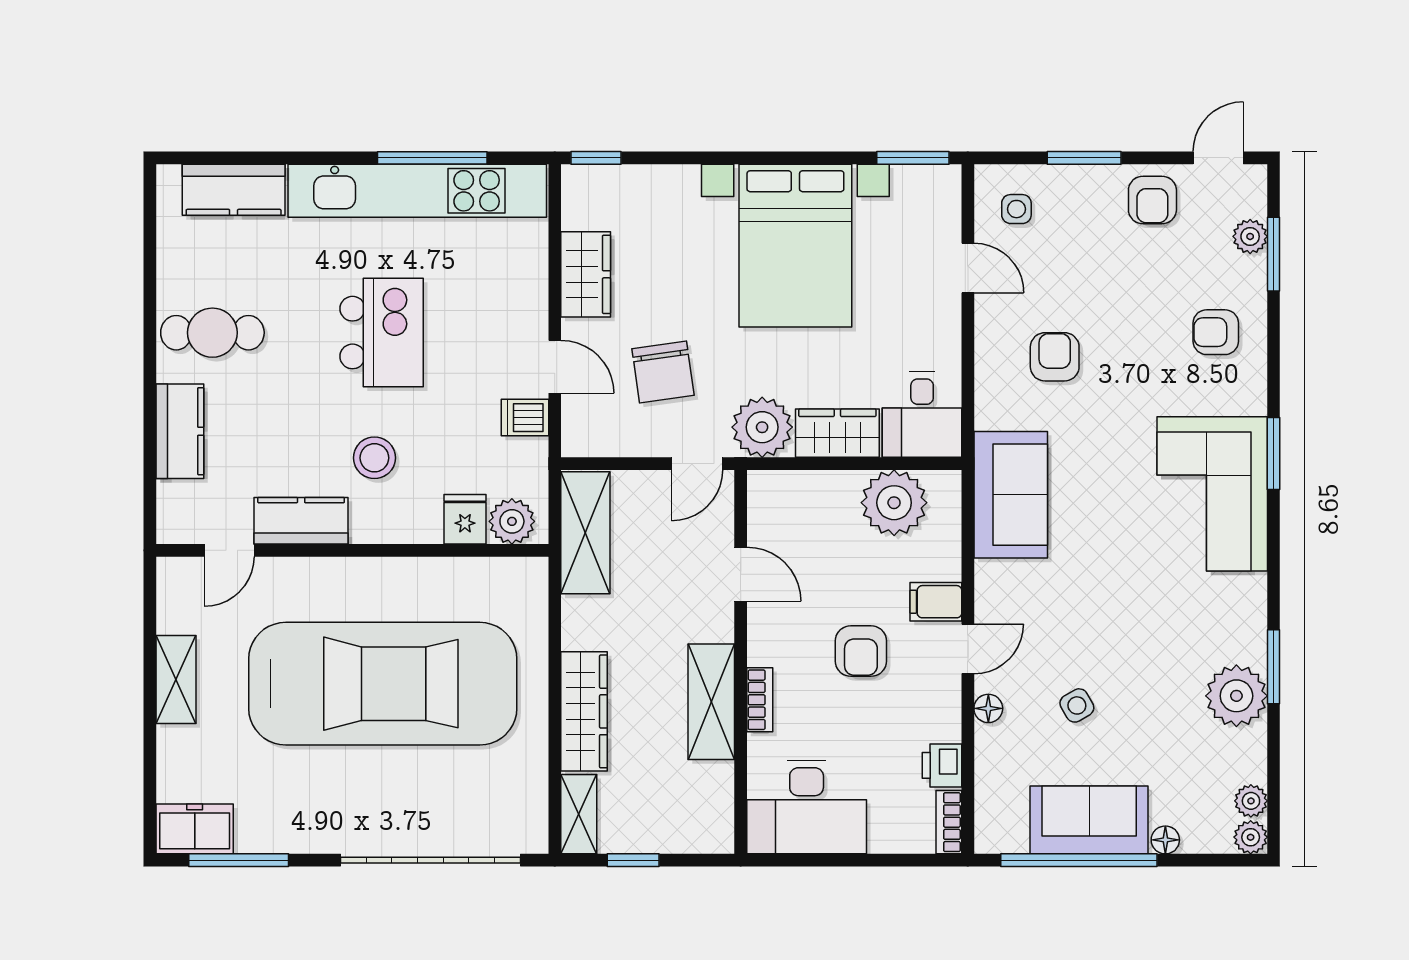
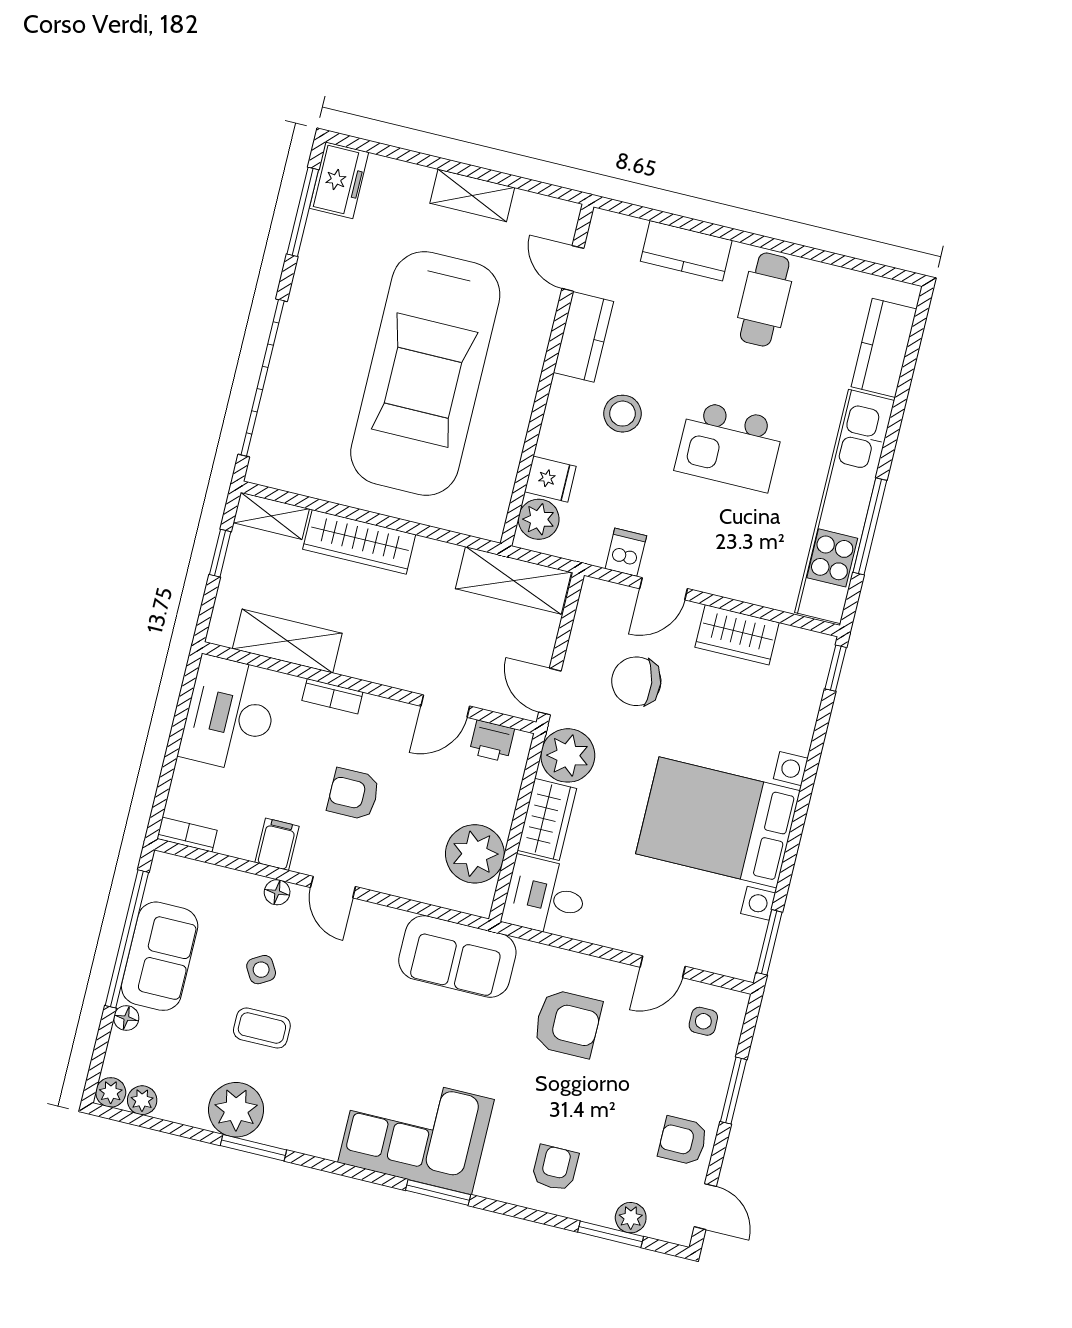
armchair: (1055, 357) -> (567, 1023), width x1.38, depth x1.38
filing cabinet: (936, 602) -> (277, 844), moved
coffee table: (1140, 689) -> (262, 1028), added
shelving: (711, 702) -> (287, 641), moved
printer: (942, 765) -> (492, 741), moved, turned 180

